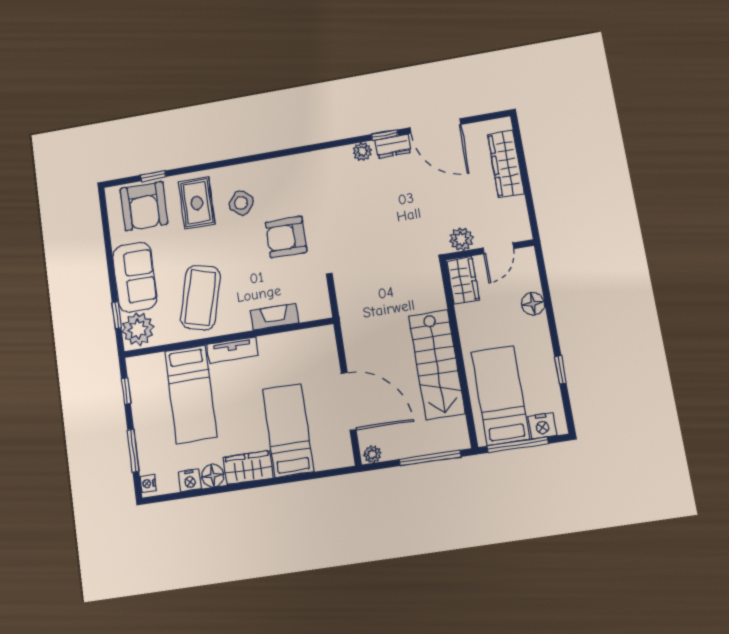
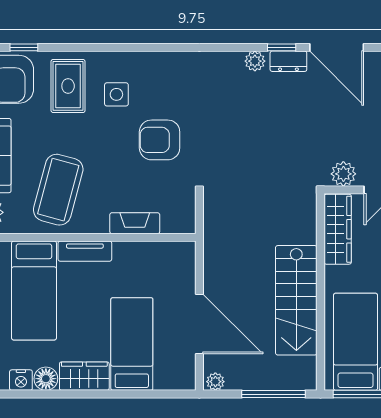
side table: (241, 203) -> (116, 94), turned -38
wardrobe: (463, 281) -> (338, 229), width x1.50

